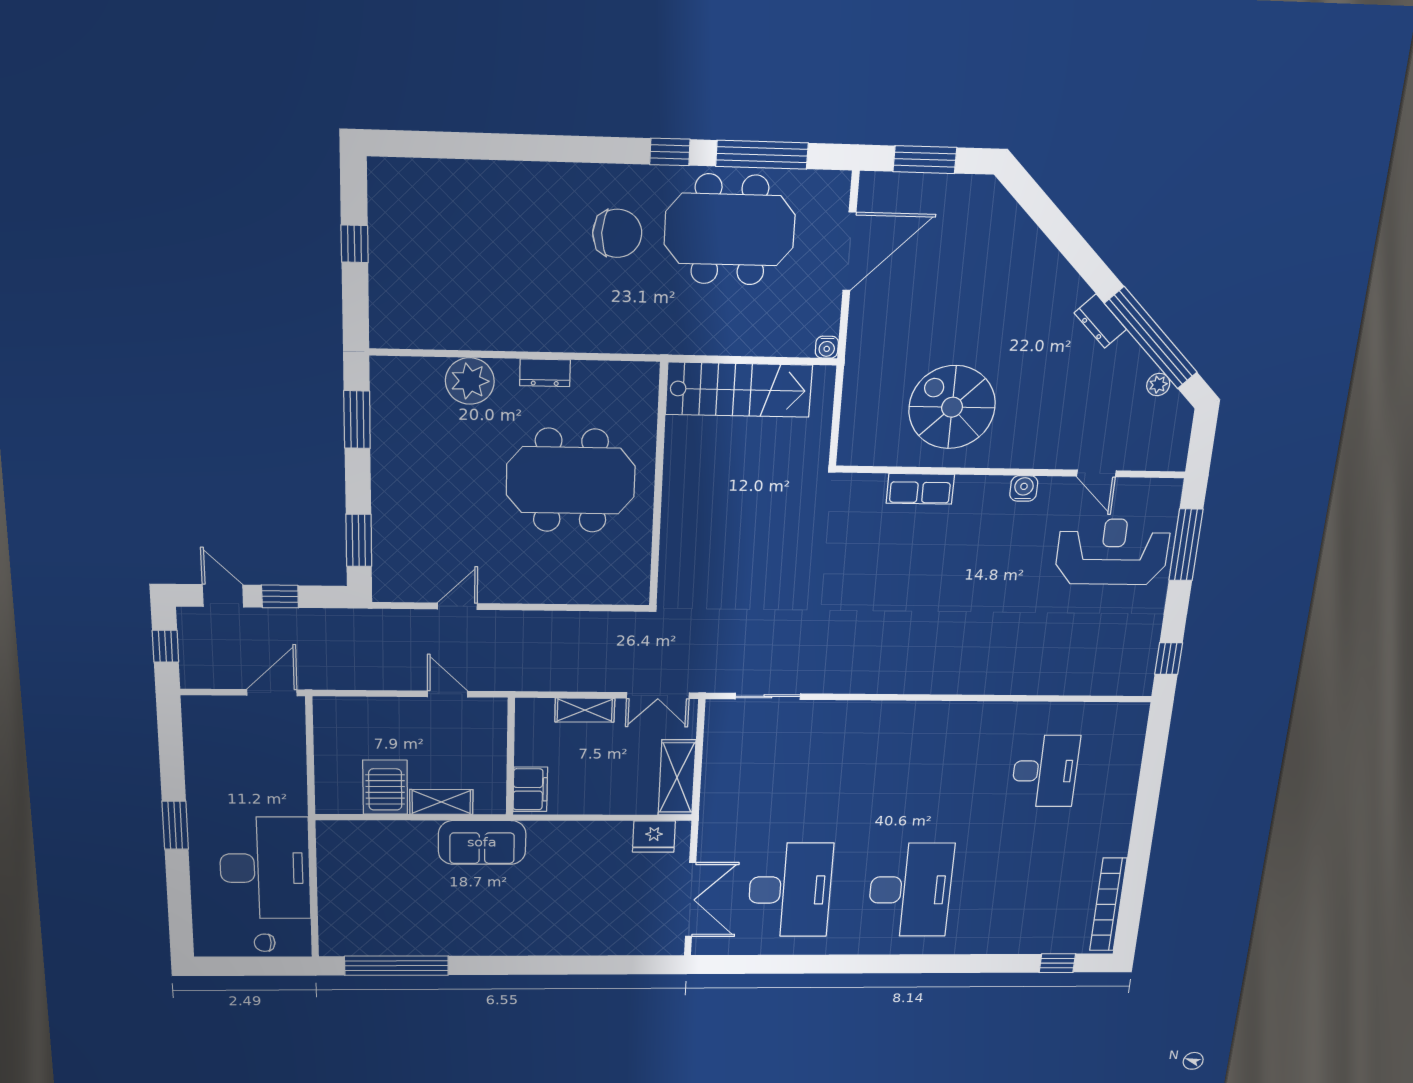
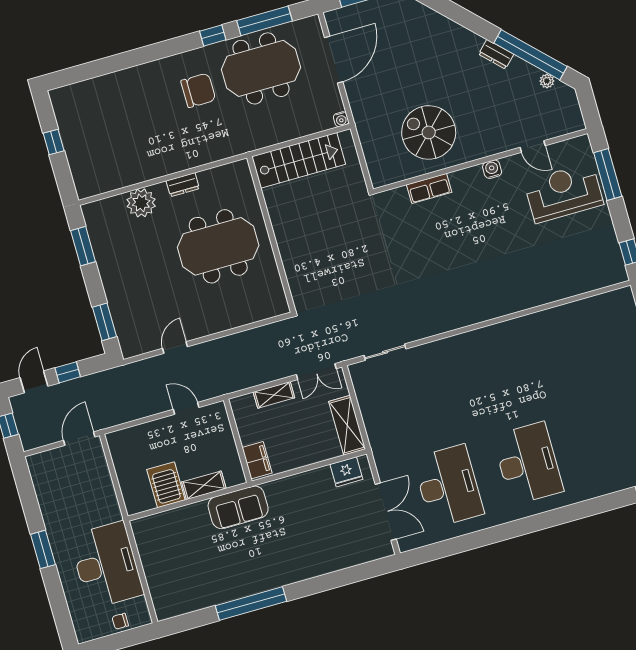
door: (223, 596) -> (34, 382), hinge flipped
desk: (1045, 771) -> (582, 352), removed
window: (397, 966) -> (251, 603), moved

